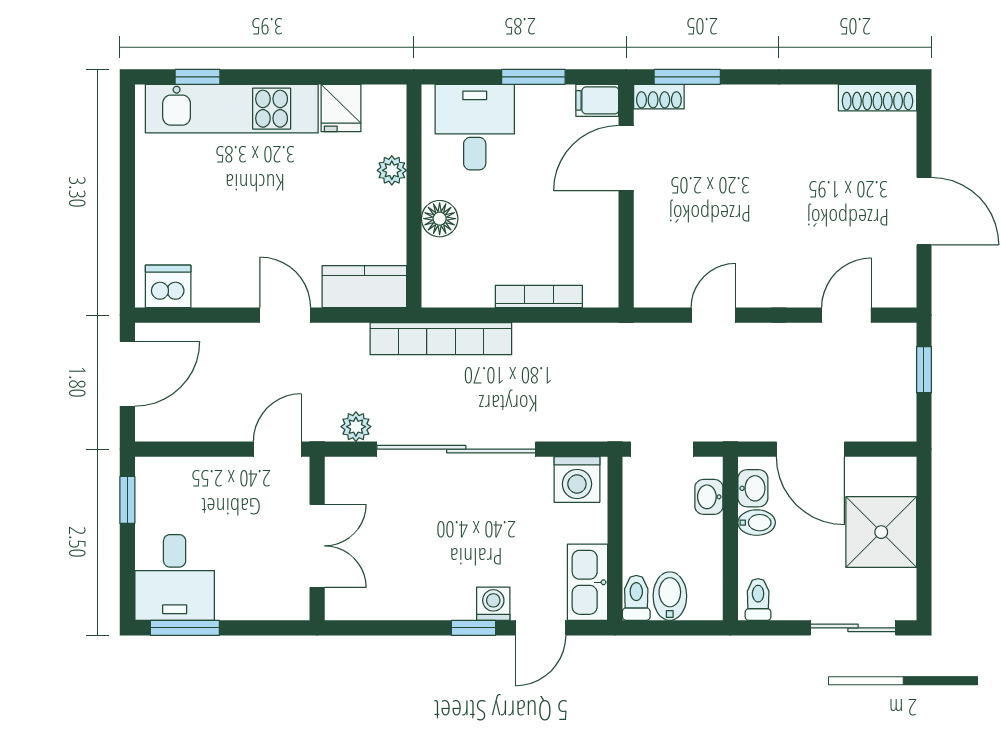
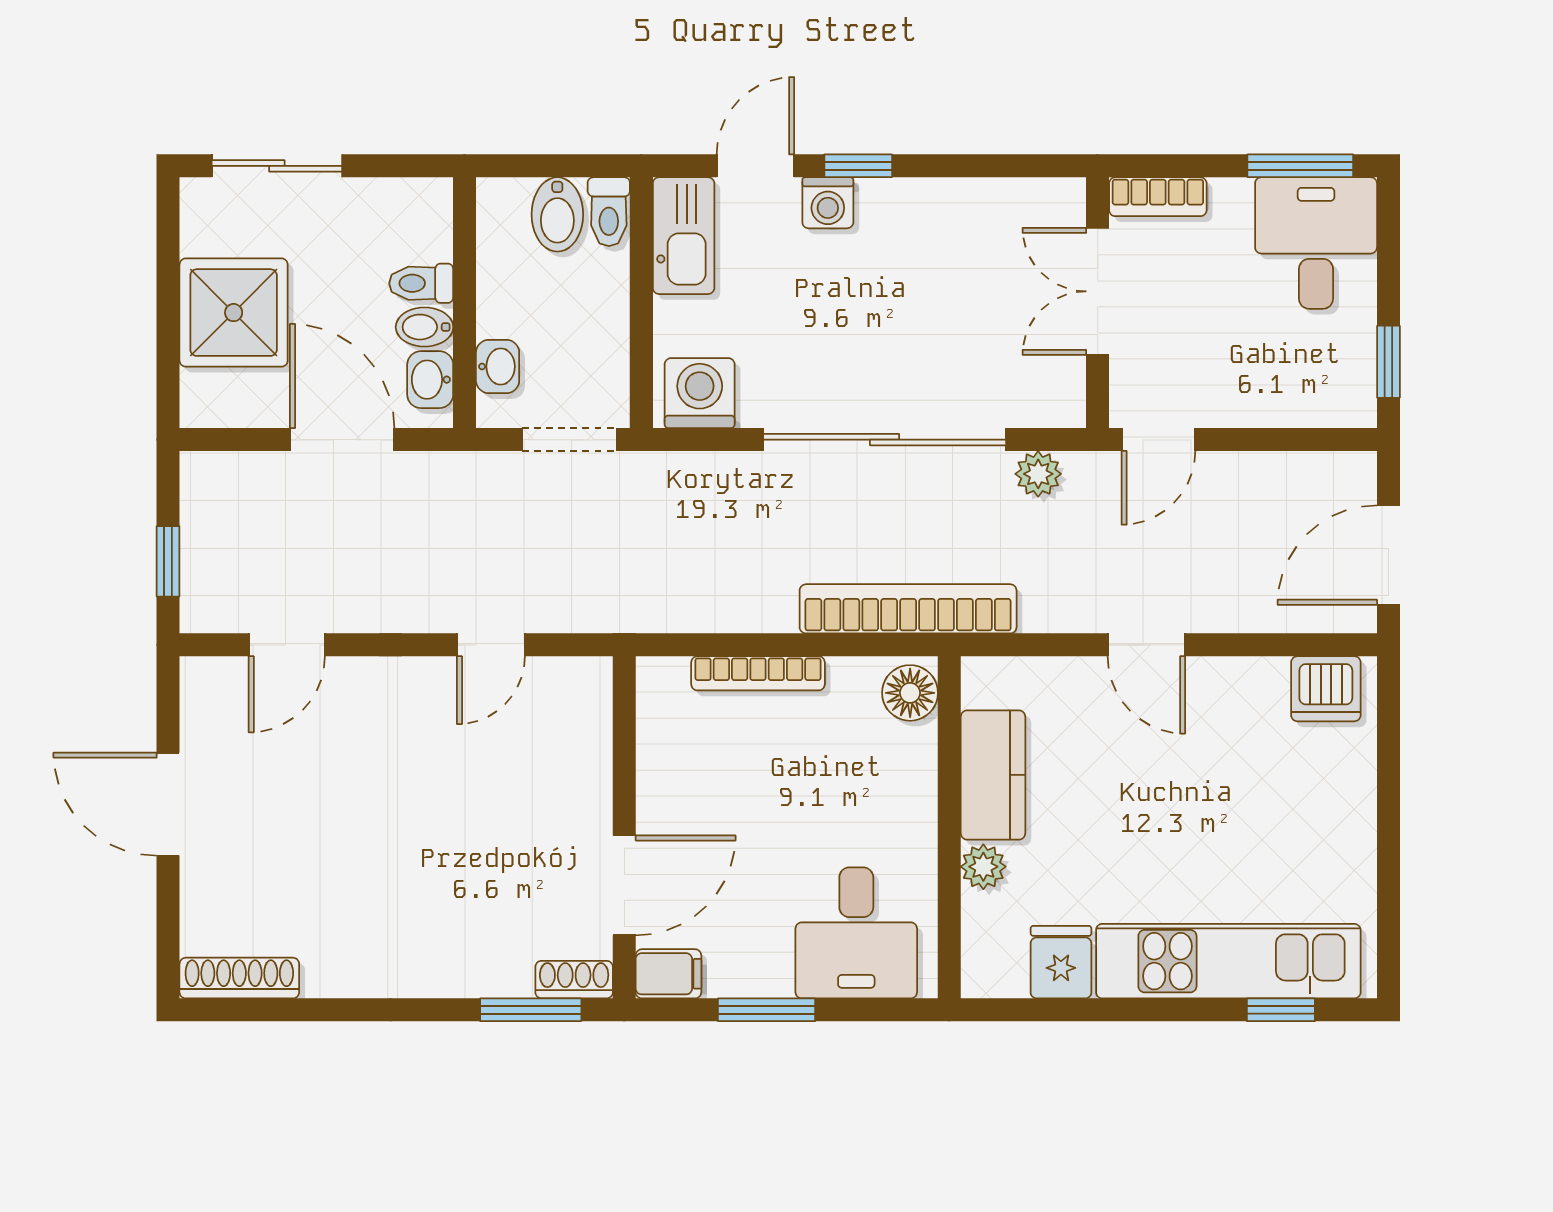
floor lamp: (440, 219) -> (910, 693), moved
kitchen counter: (364, 287) -> (993, 775), moved, turned -90
toilet: (758, 599) -> (421, 283), moved, turned 90
bookcase: (278, 608) -> (1158, 197), added

